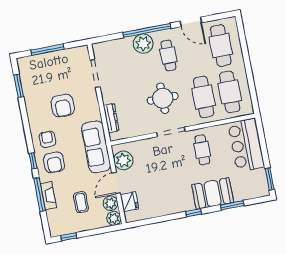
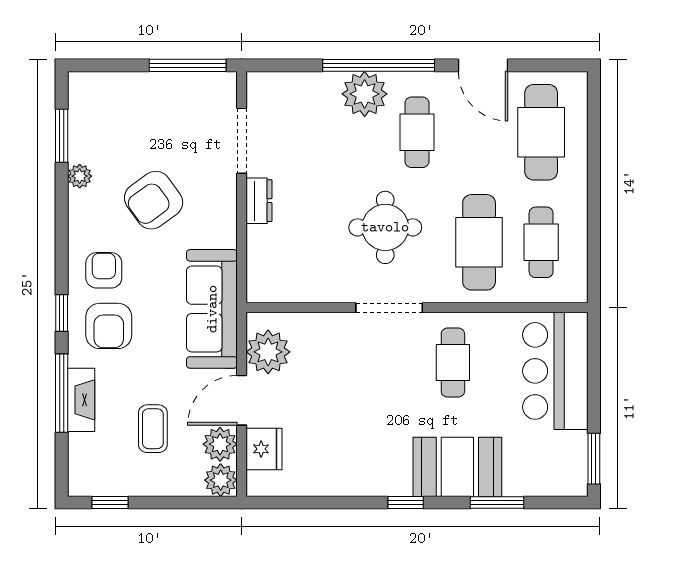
window: (47, 50) -> (188, 65), moved
cafe table: (230, 92) -> (541, 242), width x0.73, depth x0.74
plant: (30, 101) -> (80, 176), added
armchair: (63, 106) -> (154, 200), turned 54
dresser: (111, 118) -> (259, 201), moved, width x0.70

